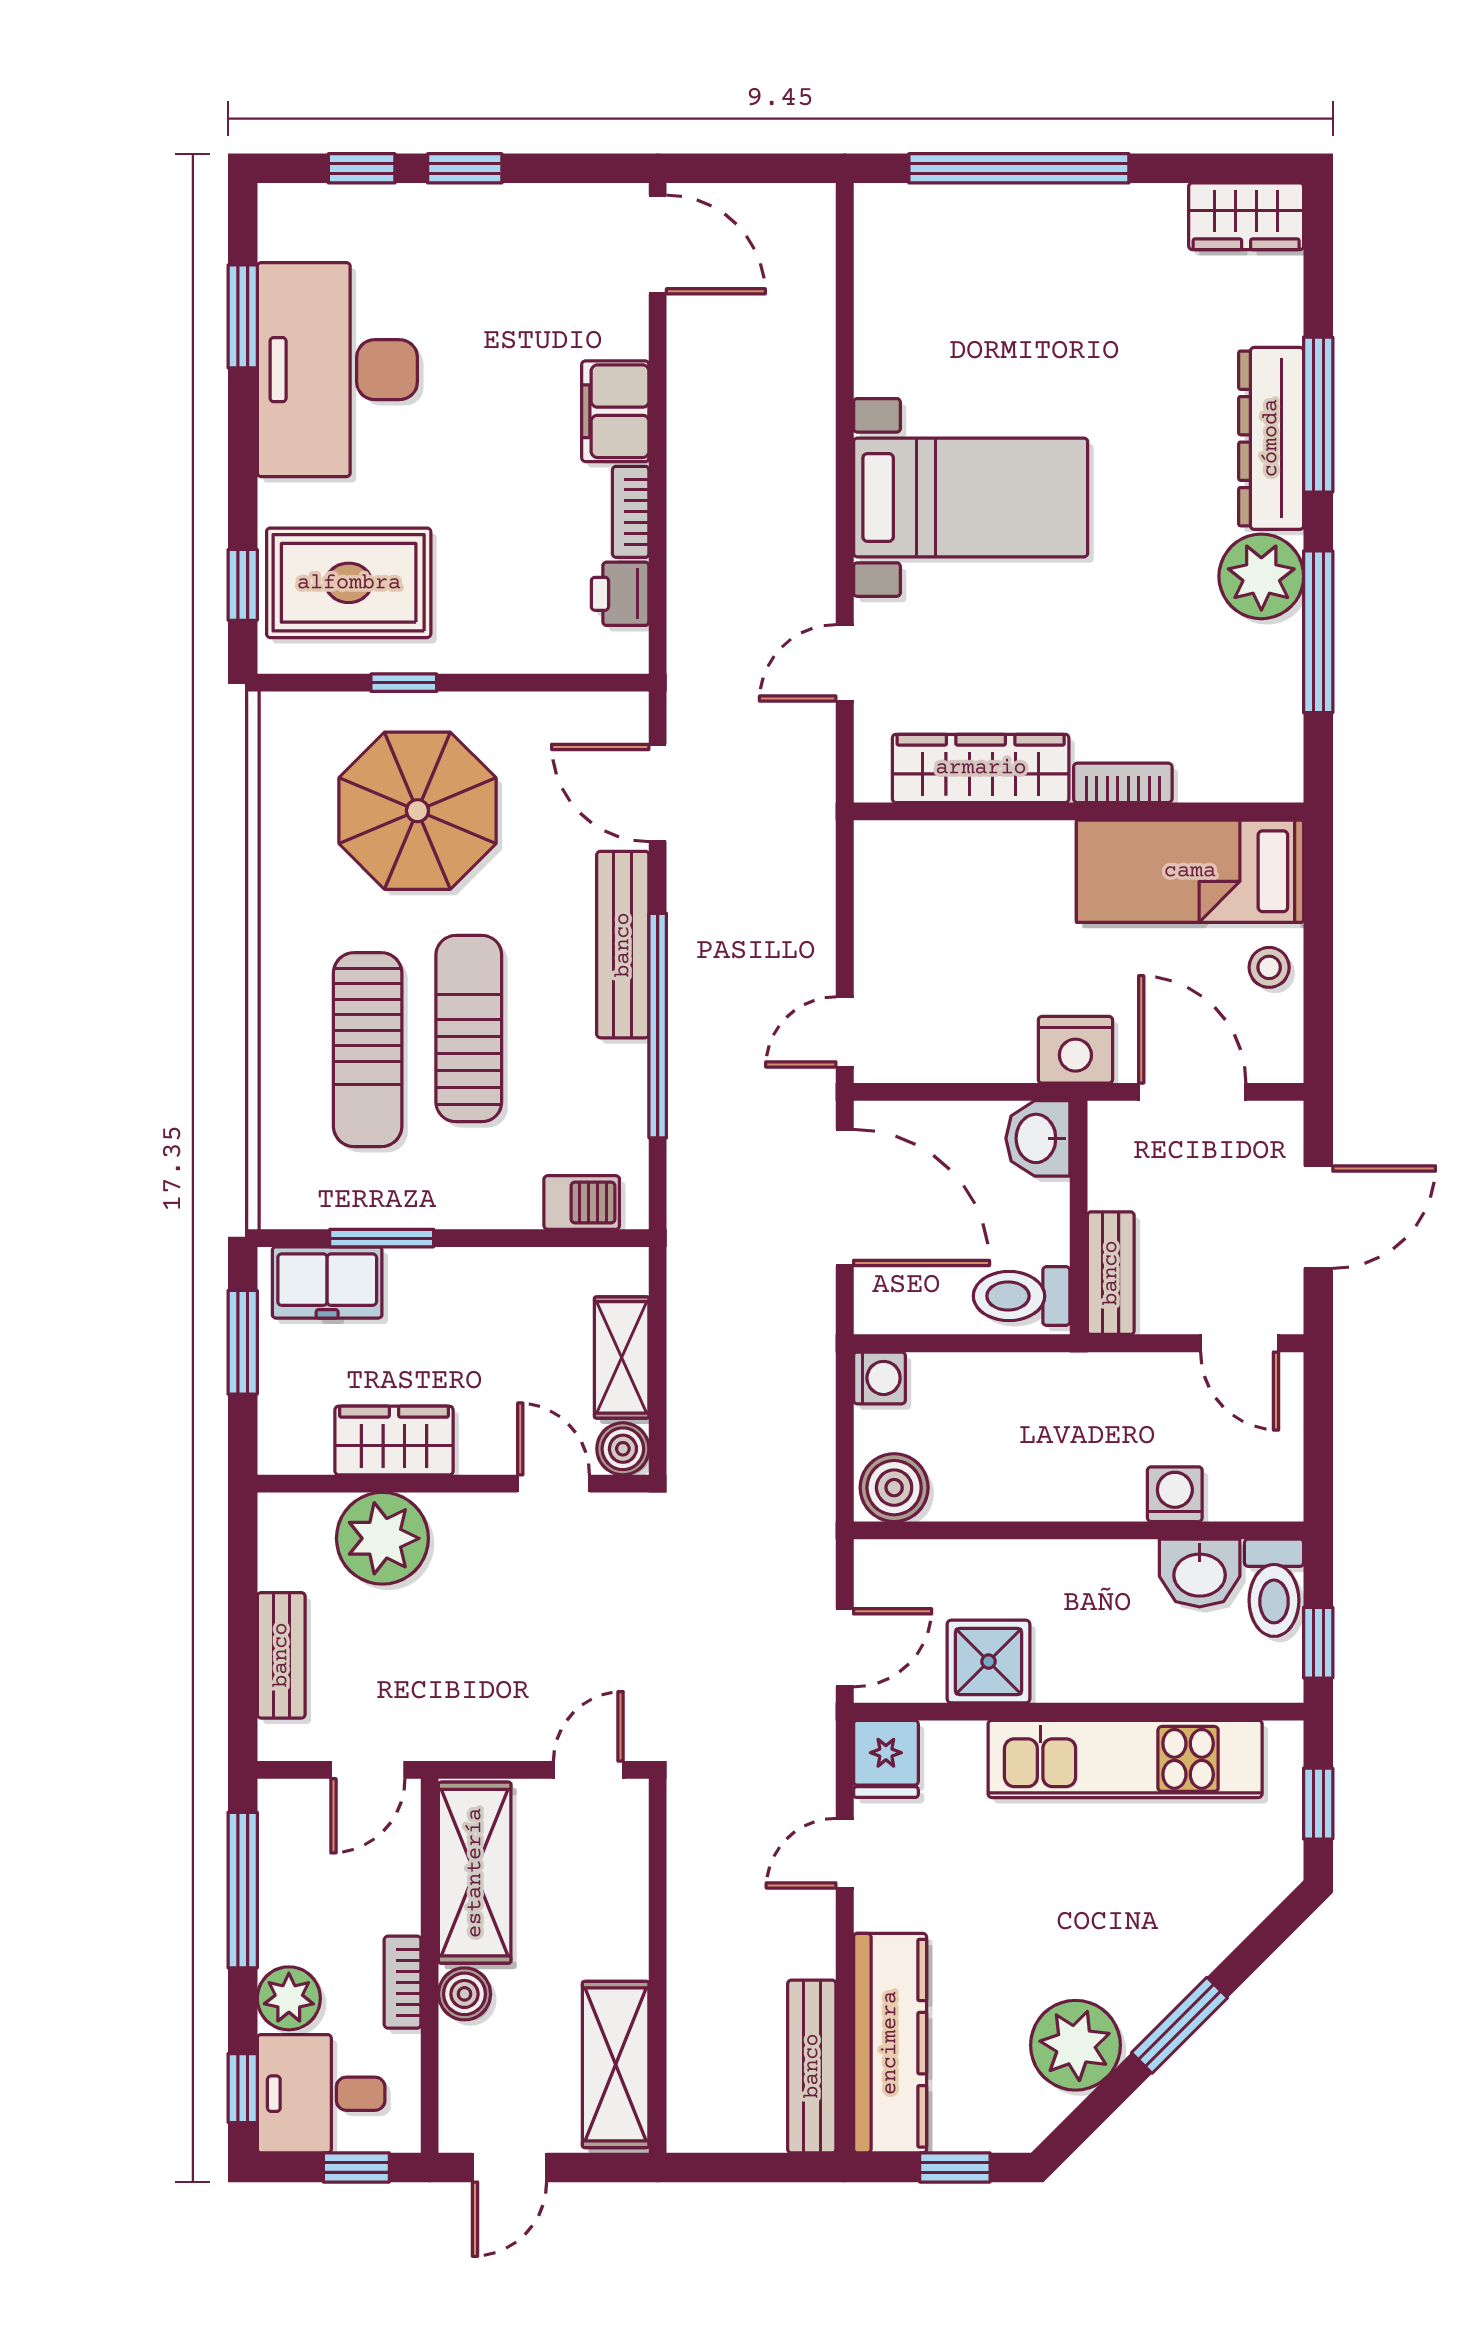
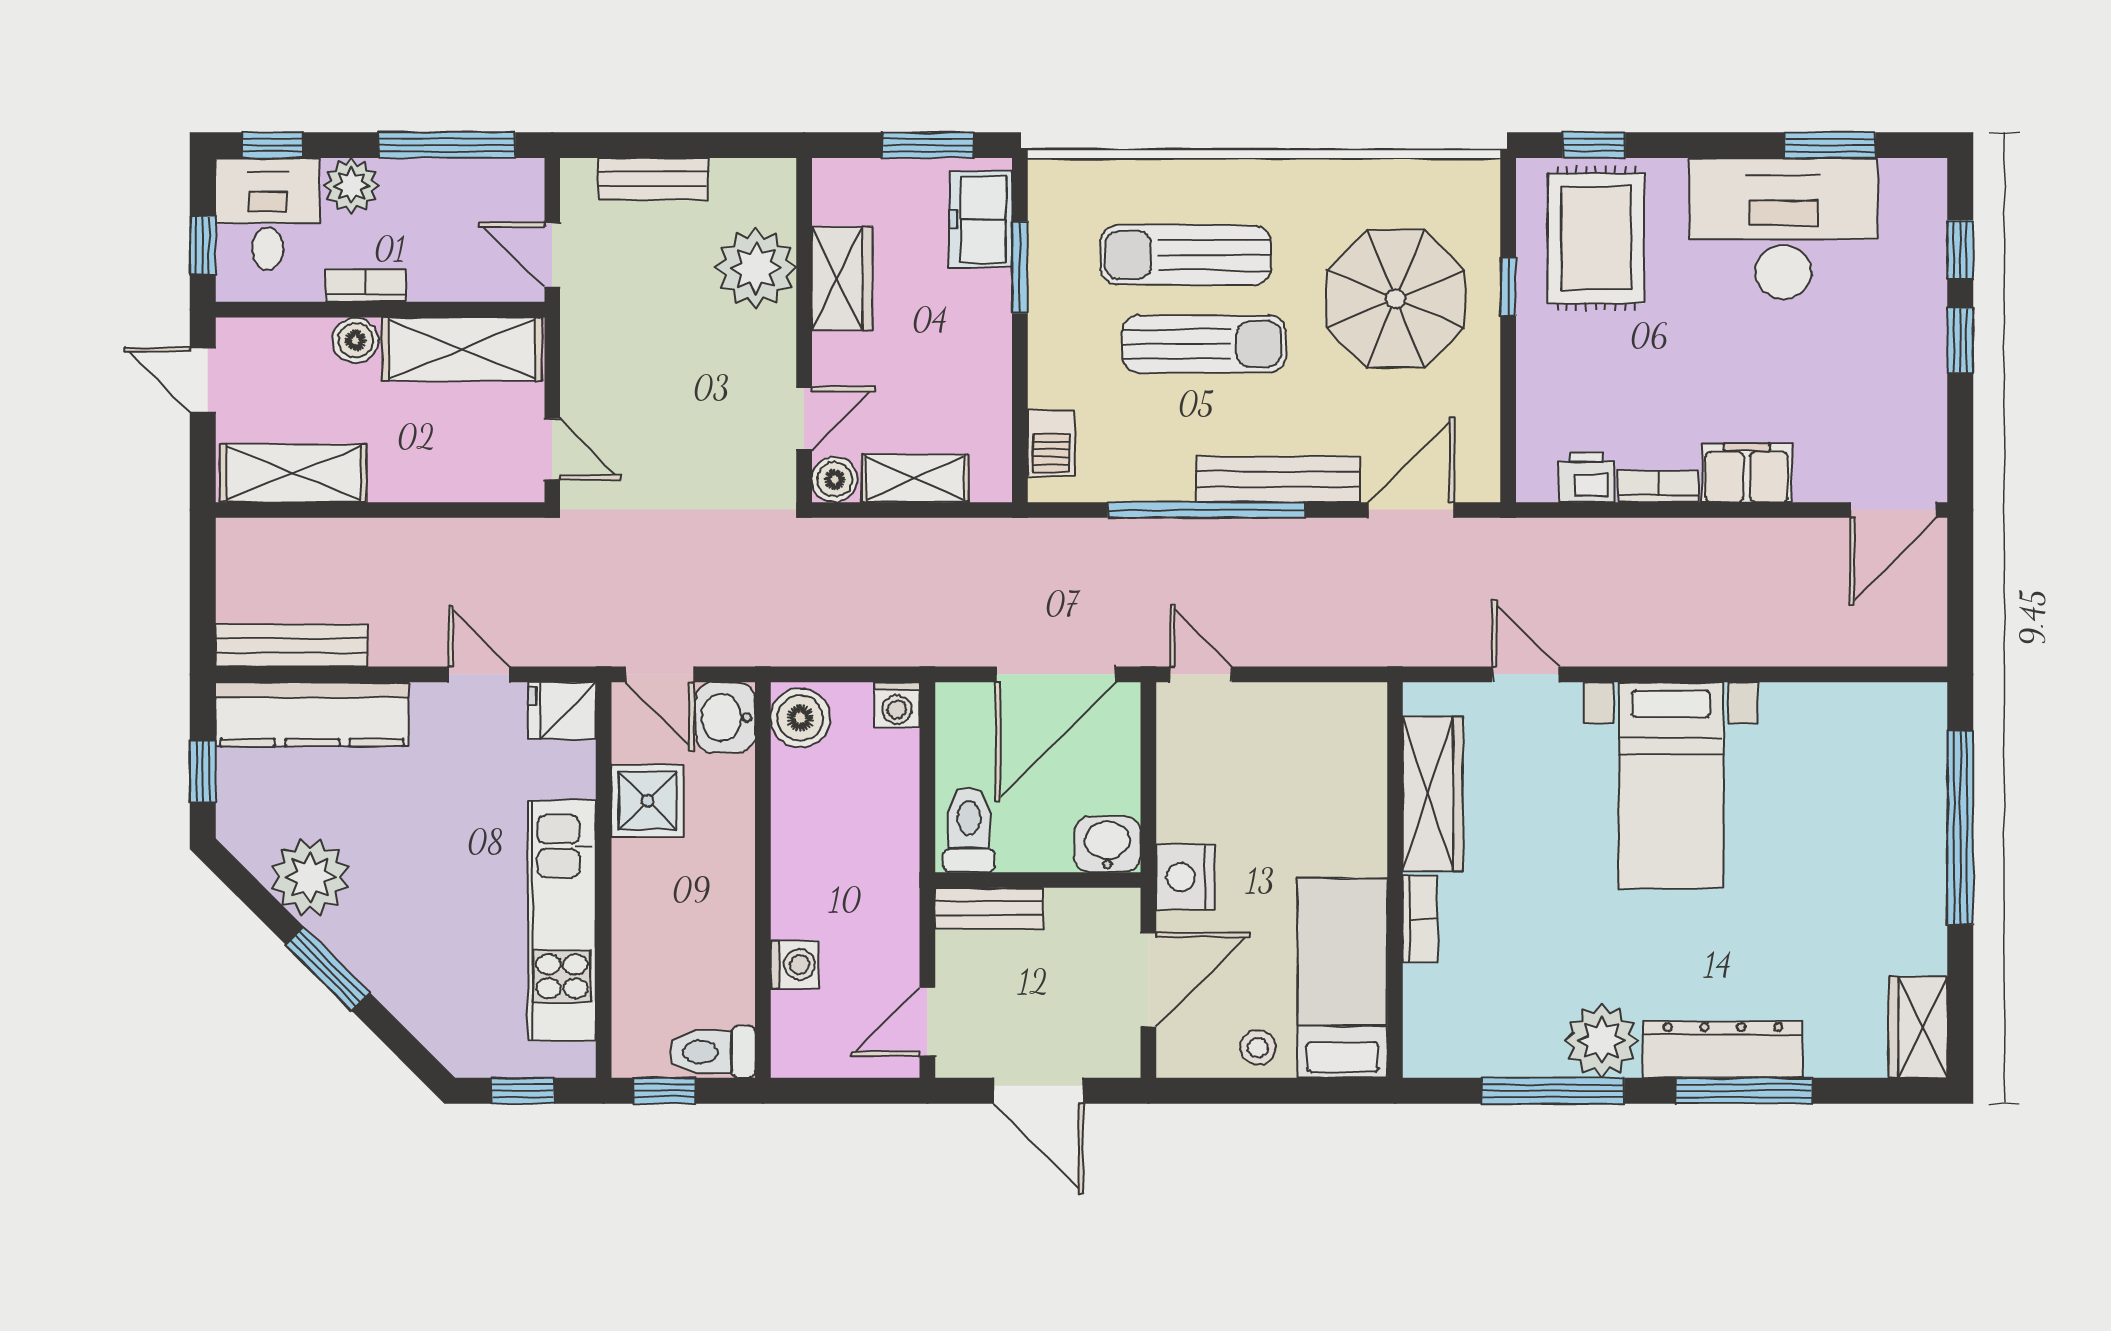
washbasin: (1200, 1573) -> (725, 717), moved

